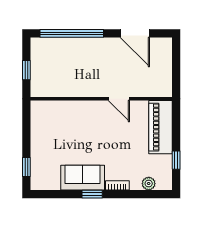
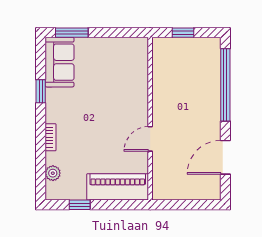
window: (26, 167) -> (72, 33), width x1.50
sofa: (83, 178) -> (59, 62), moved
window: (92, 194) -> (41, 91), moved

